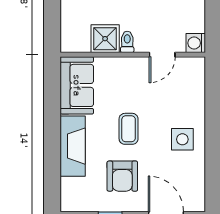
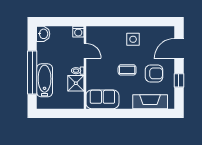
fireplace: (73, 146) -> (150, 102), moved

